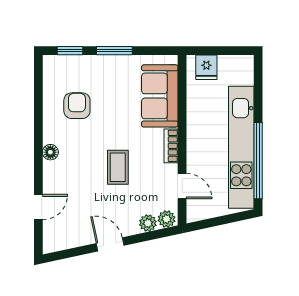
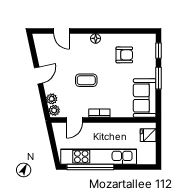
sofa: (160, 96) -> (145, 98), moved, turned -90

